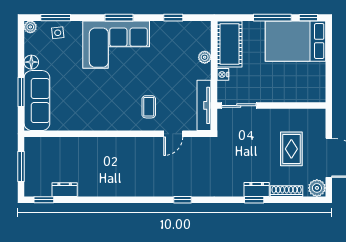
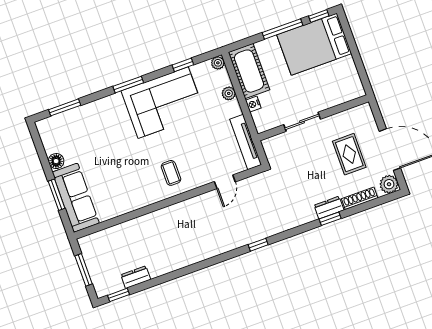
plant: (30, 27) -> (218, 63), moved
side table: (58, 33) -> (72, 122), removed
corner sofa: (116, 45) -> (163, 103), moved
sliding door: (239, 106) -> (302, 122), moved
coffee table: (149, 107) -> (171, 173), moved

